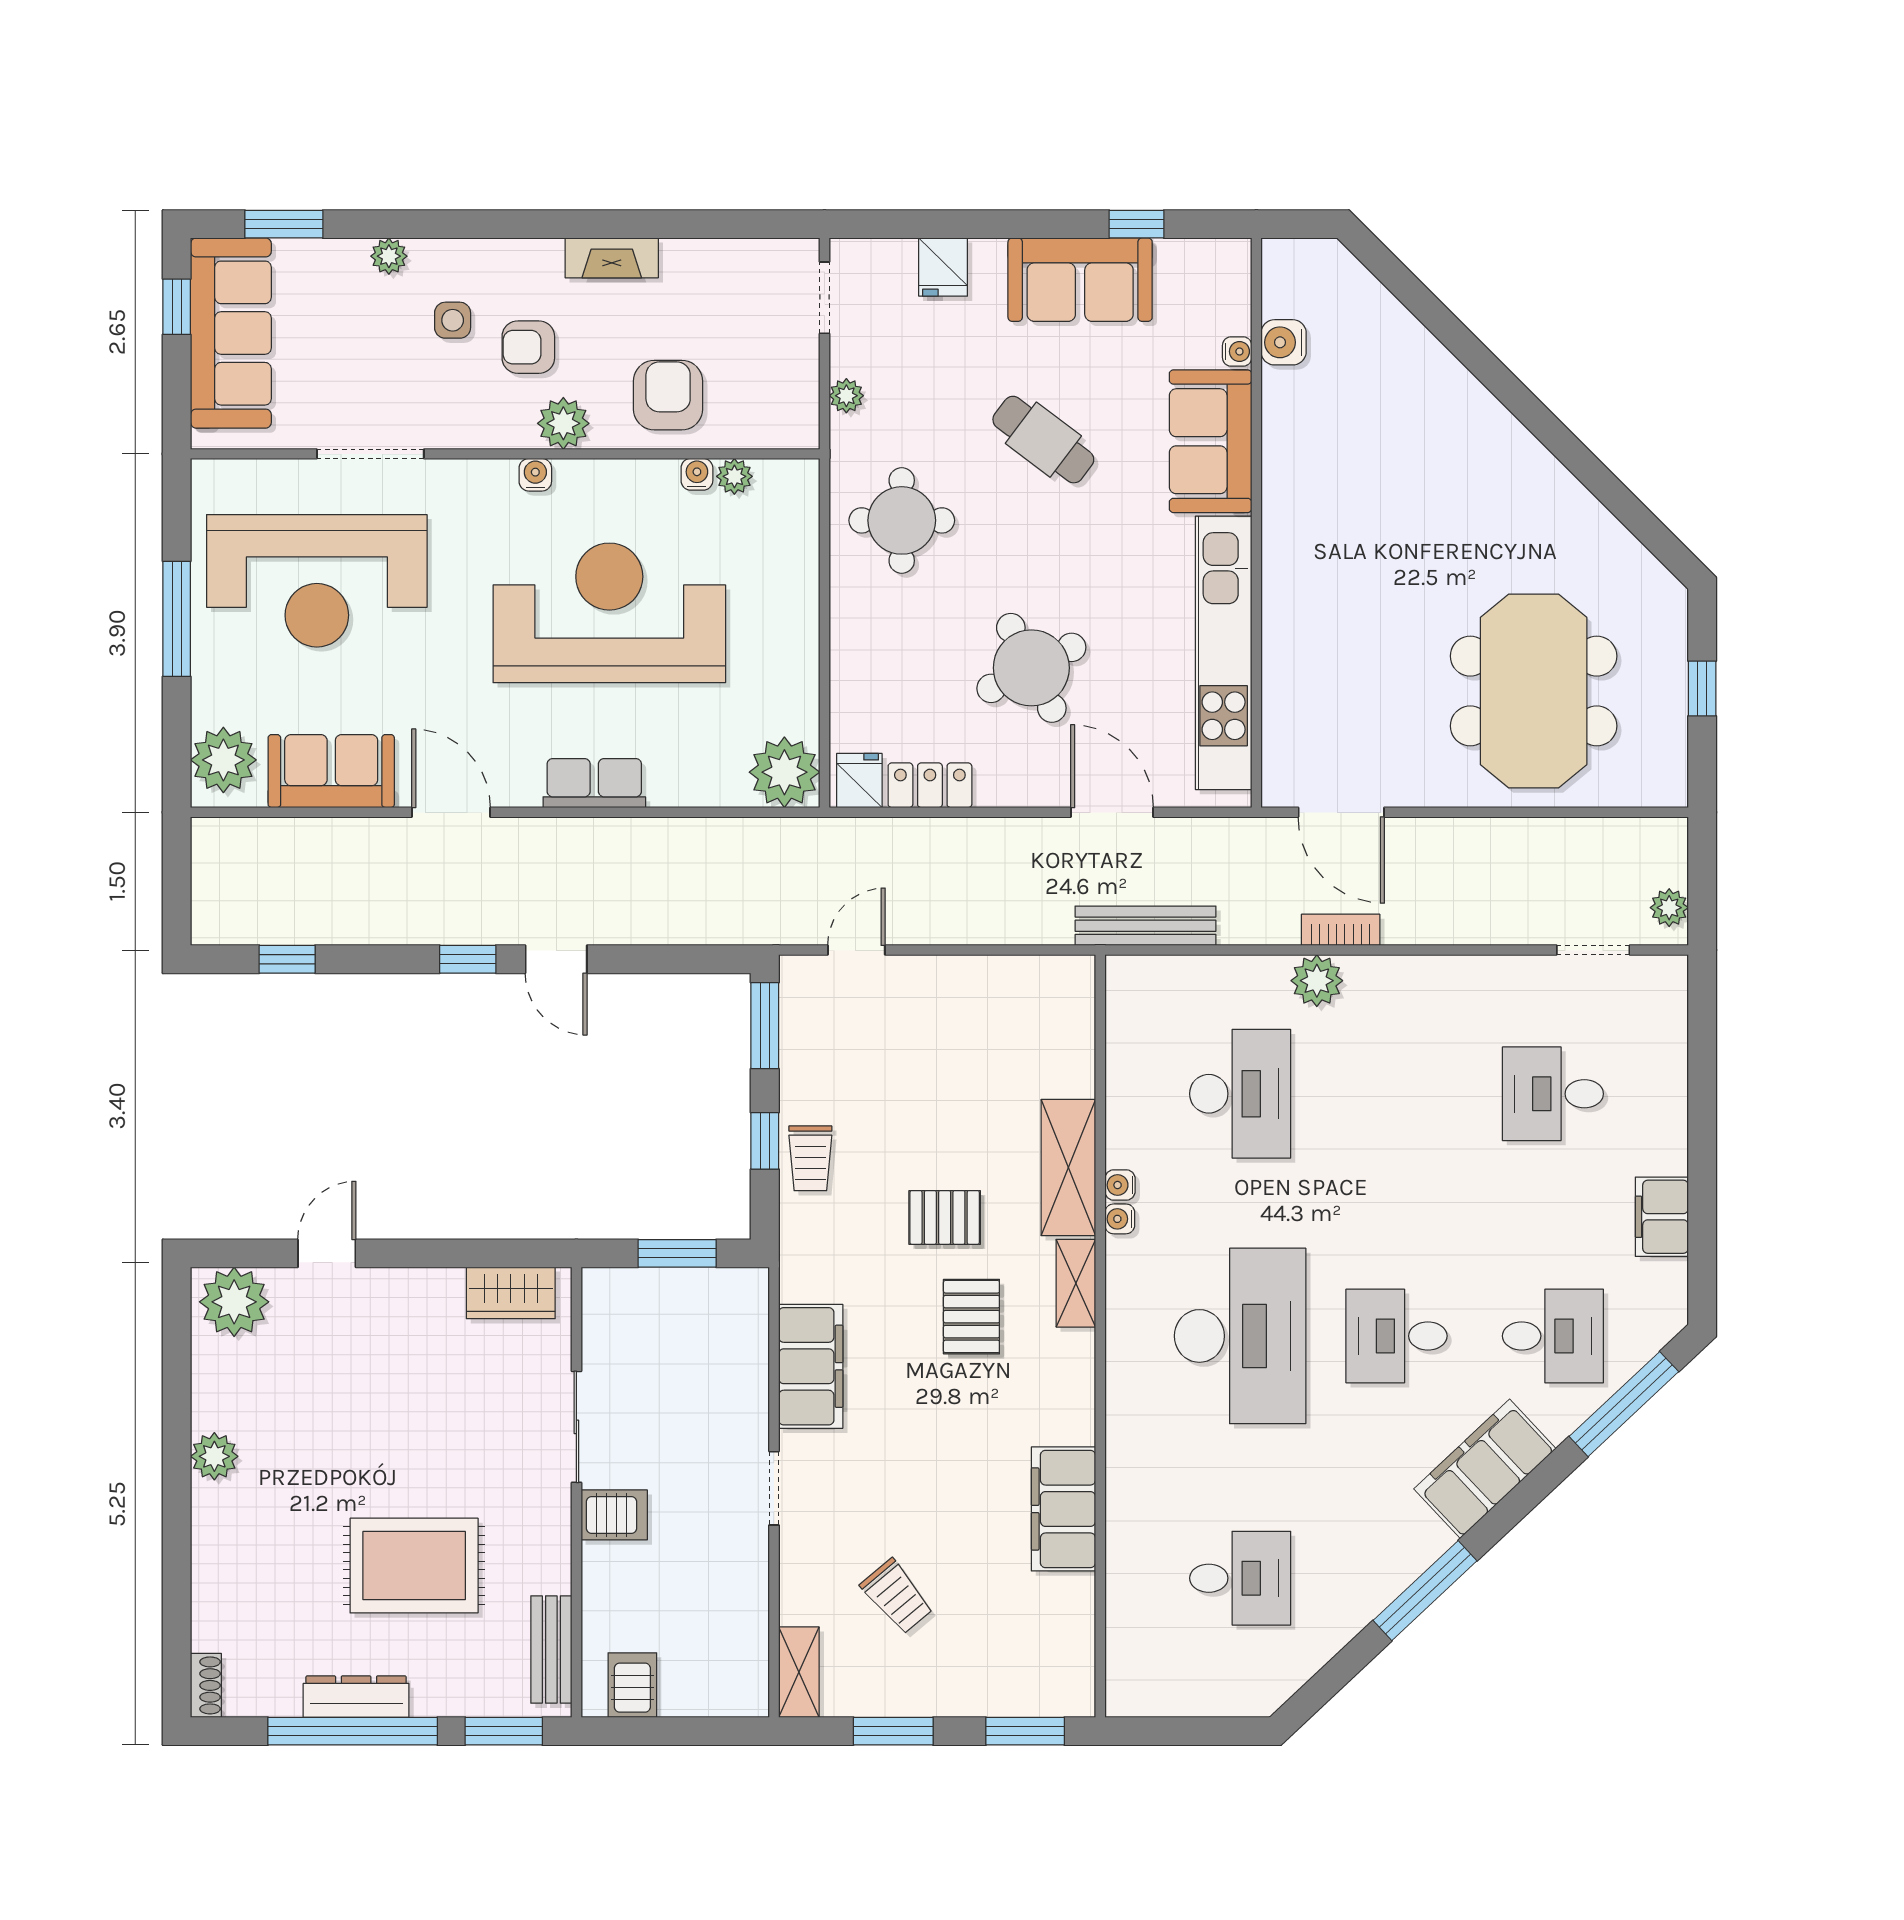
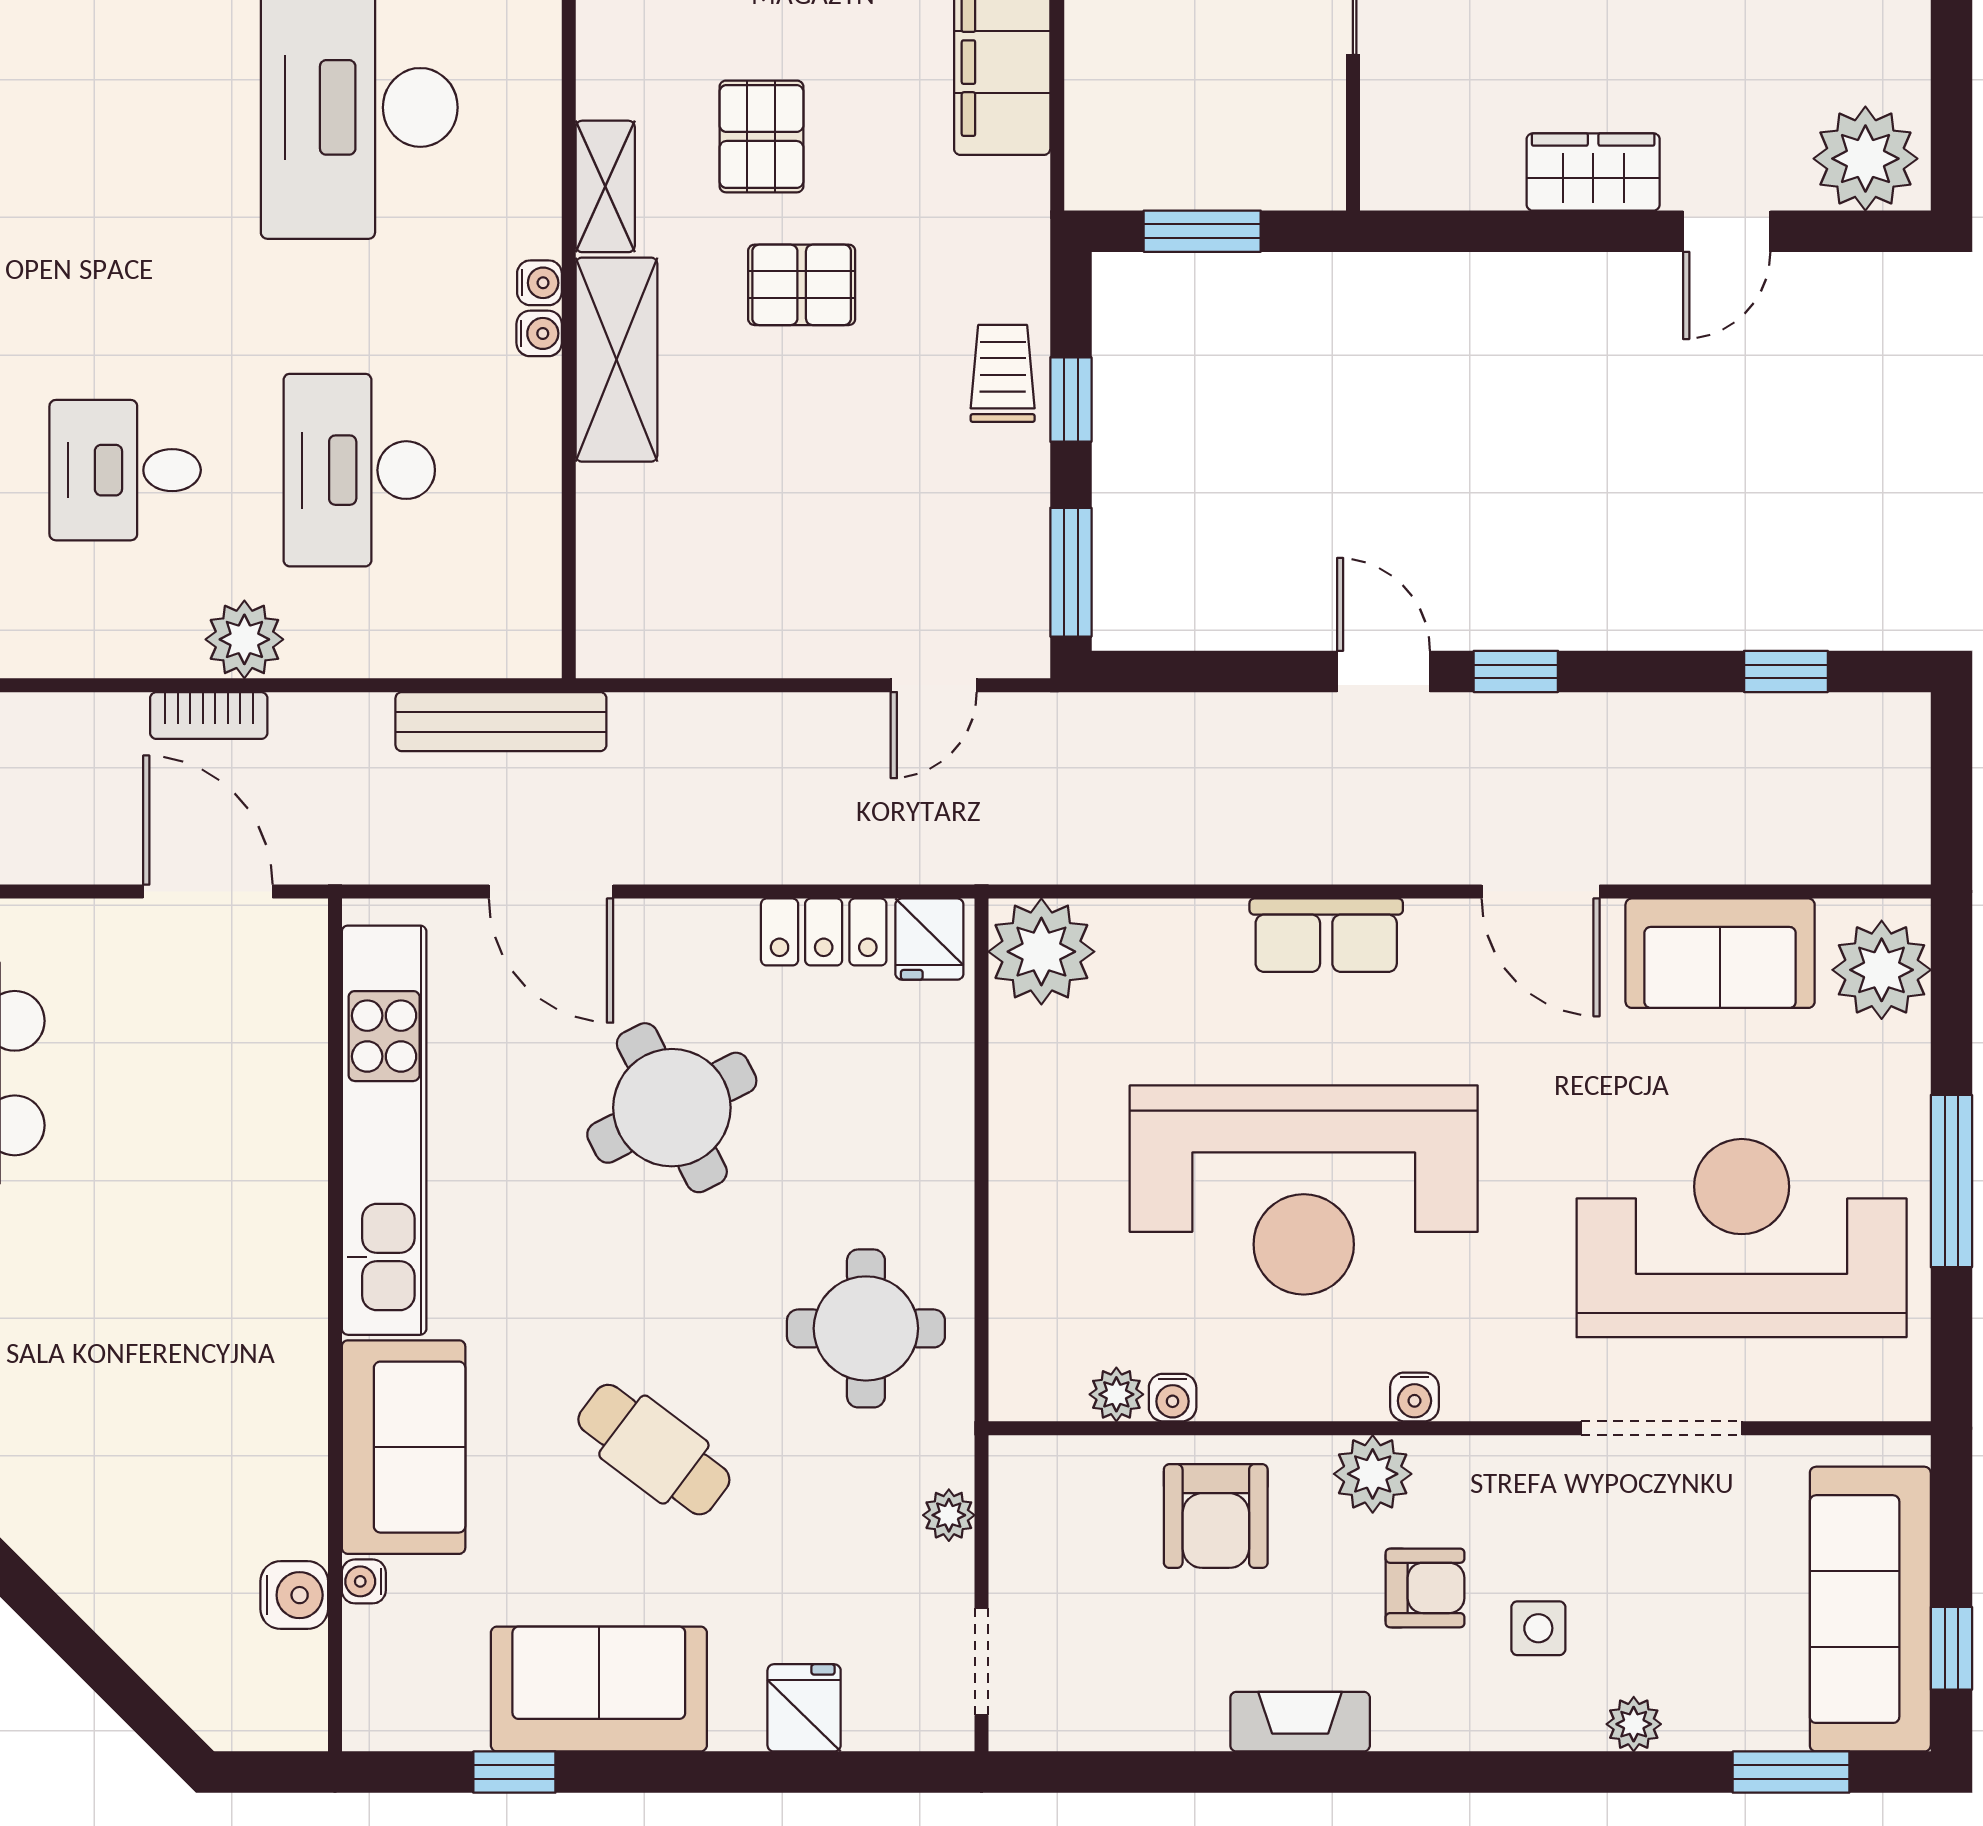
wardrobe: (511, 1293) -> (1593, 172), moved
desk: (1397, 1336) -> (125, 470), moved, turned 180

